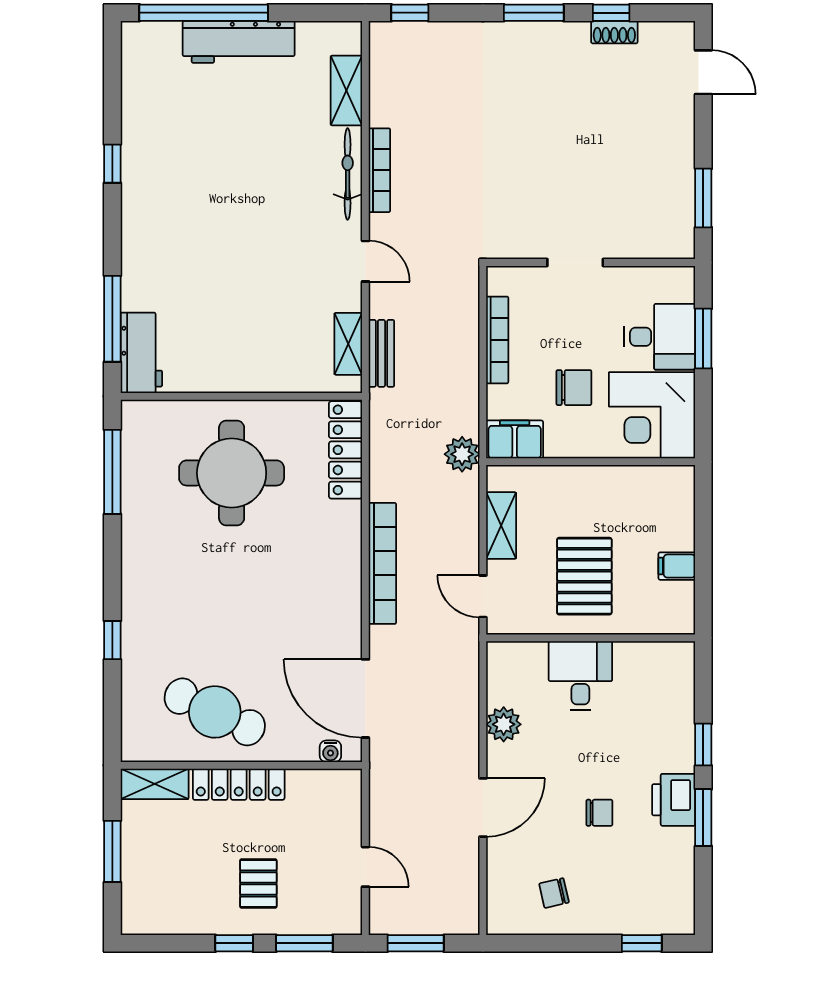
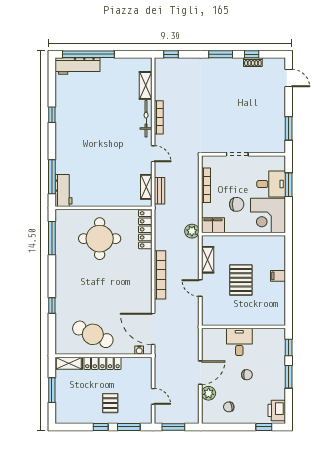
workbench: (239, 42) -> (77, 66), moved
wall: (591, 638) -> (243, 327), moved
desk: (580, 676) -> (239, 342), moved
plant: (504, 724) -> (209, 393), moved
printer: (674, 800) -> (277, 410), moved

